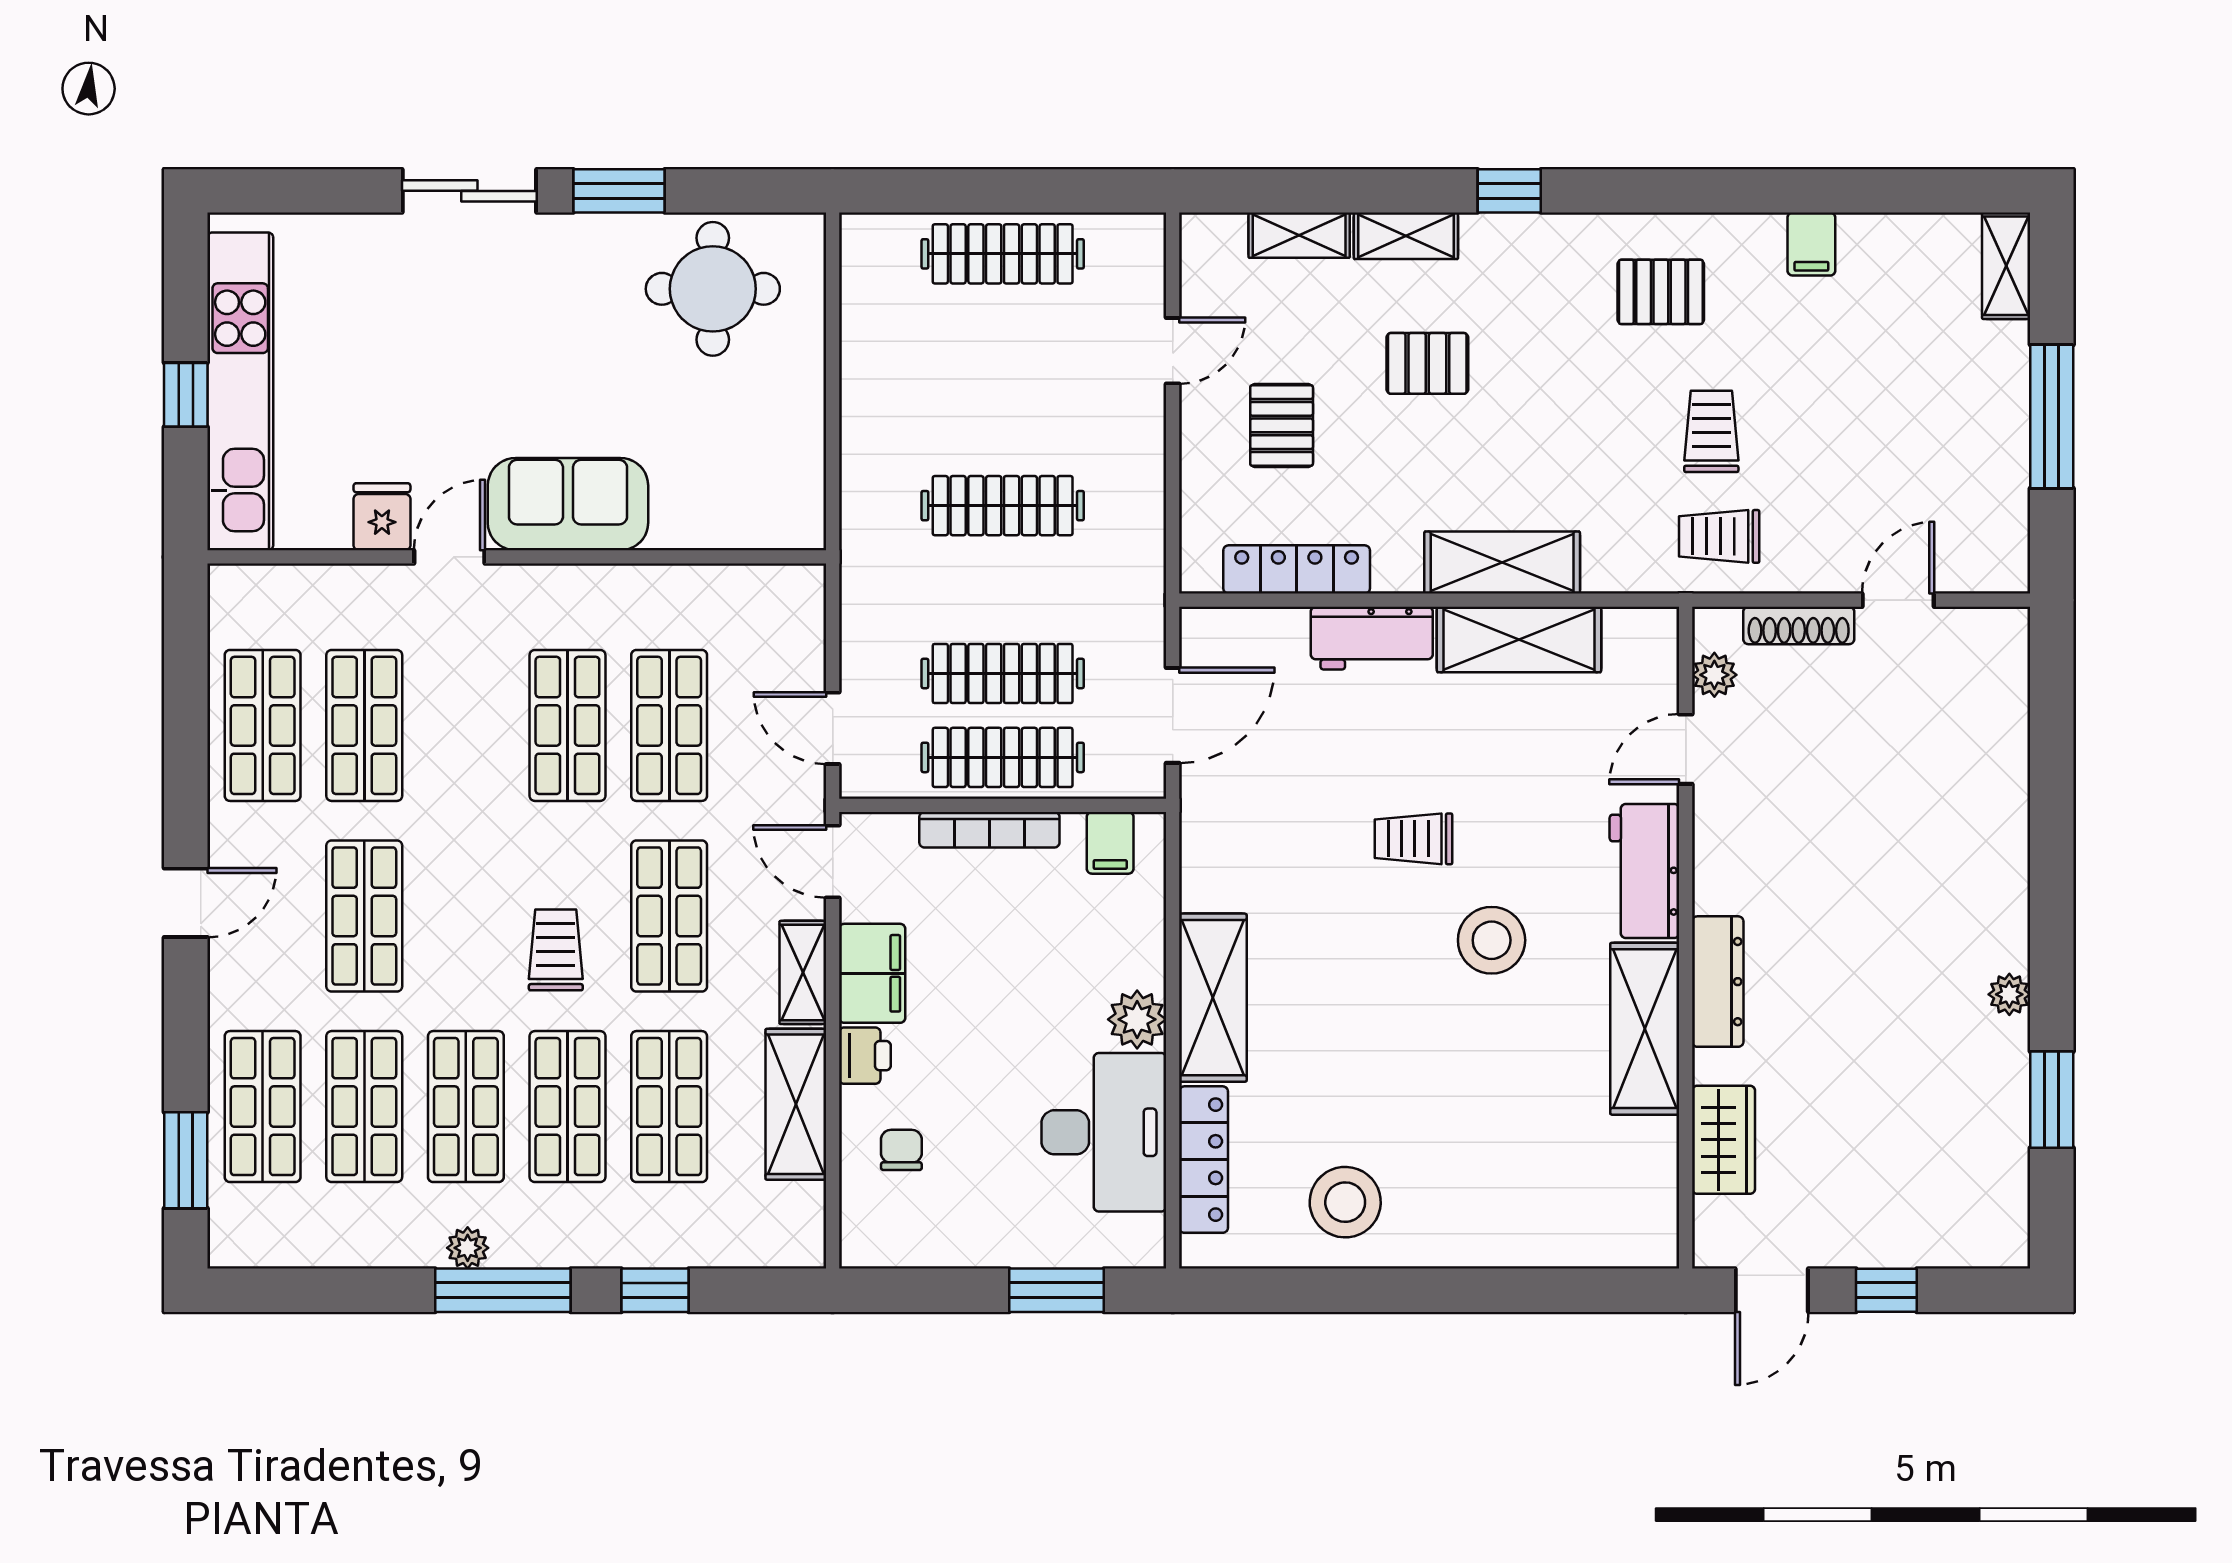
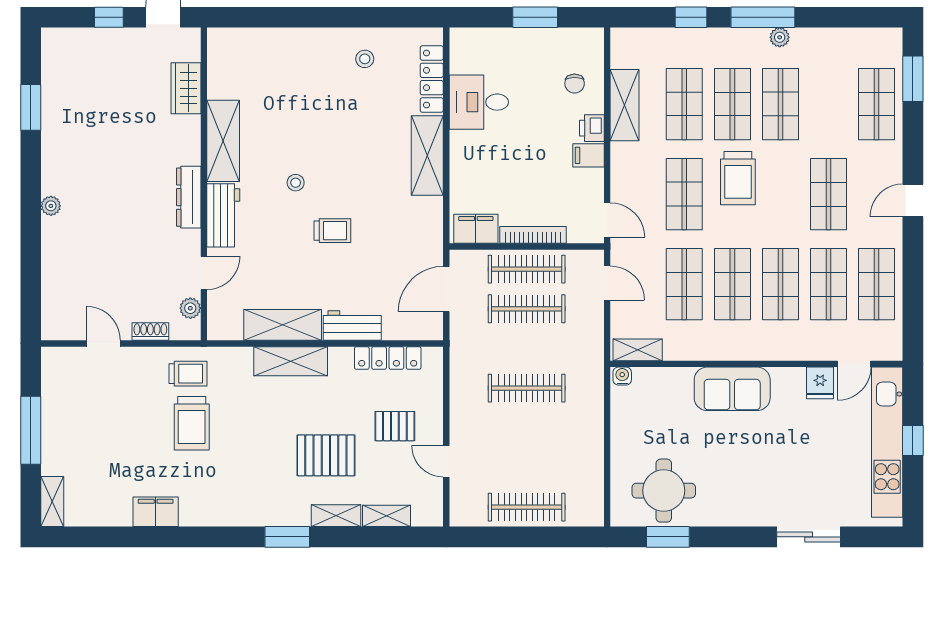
sliding door: (469, 191) -> (809, 537), moved
window: (619, 191) -> (668, 537), moved
window: (1509, 191) -> (287, 537), width x1.50
filing cabinet: (1811, 244) -> (156, 512), width x2.00
pallet: (1661, 292) -> (216, 489), removed
door: (1173, 351) -> (446, 461), hinge flipped
pallet: (1427, 363) -> (326, 455), width x1.50, depth x1.42
pallet: (1282, 425) -> (395, 426), turned 90
trolley: (1711, 431) -> (192, 423), width x1.36, depth x1.39
water cooler: (801, 531) -> (622, 376), added
door: (449, 557) -> (854, 364), moved
door: (1898, 600) -> (103, 343), swing flipped
shoe rack: (1799, 625) -> (150, 331), width x0.70
filing cabinet: (1110, 843) -> (476, 229), width x2.00
stool: (1492, 940) -> (296, 183), width x0.53, depth x0.53
trolley: (556, 950) -> (738, 178), width x1.36, depth x1.39
shelving: (803, 972) -> (638, 350), moved, turned 90
filing cabinet: (872, 973) -> (588, 155), width x0.50
dresser: (1718, 982) -> (189, 197), moved
plant: (2009, 994) -> (51, 206), moved
plant: (1137, 1019) -> (463, 145), removed
shop shelf: (364, 1107) -> (780, 284), moved
desk: (1104, 1132) -> (479, 102), width x0.73
stool: (1345, 1202) -> (365, 59), width x0.53, depth x0.53
window: (1056, 1290) -> (535, 17), moved

